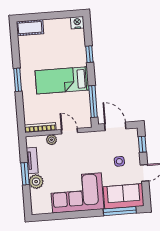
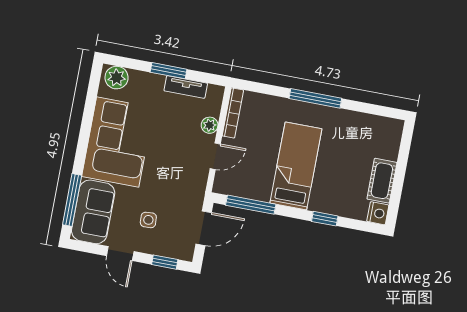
cot: (30, 28) -> (382, 181), moved
window: (18, 80) -> (315, 98), width x1.44
plant: (36, 182) -> (117, 78), moved

